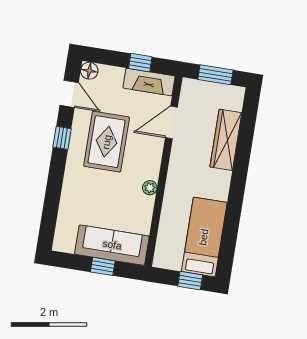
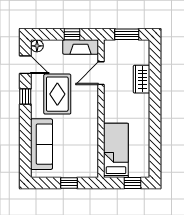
wardrobe: (226, 140) -> (142, 79), width x0.67
plant: (150, 188) -> (93, 122), removed
bed: (204, 237) -> (116, 150), moved
sofa: (112, 245) -> (42, 144), moved, turned 90

